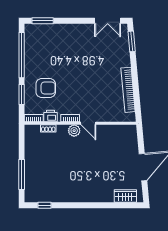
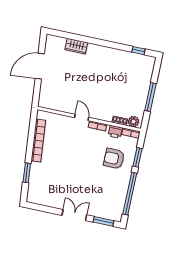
double door: (108, 21) -> (74, 215), moved
window: (132, 41) -> (27, 173), moved
plant: (74, 131) -> (133, 122), moved
window: (22, 175) -> (150, 97), moved
wardrobe: (125, 196) -> (76, 46), moved

